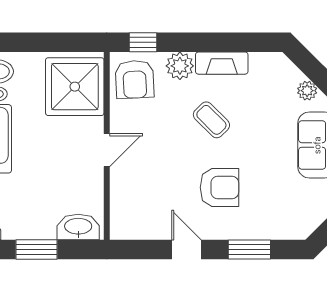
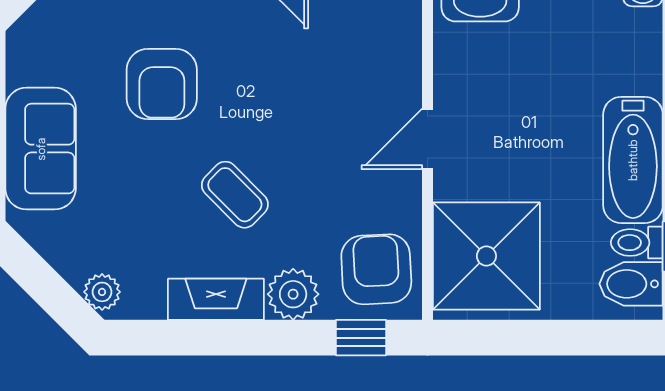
plant: (307, 91) -> (102, 292), moved
armchair: (219, 188) -> (162, 84), moved, turned -90

